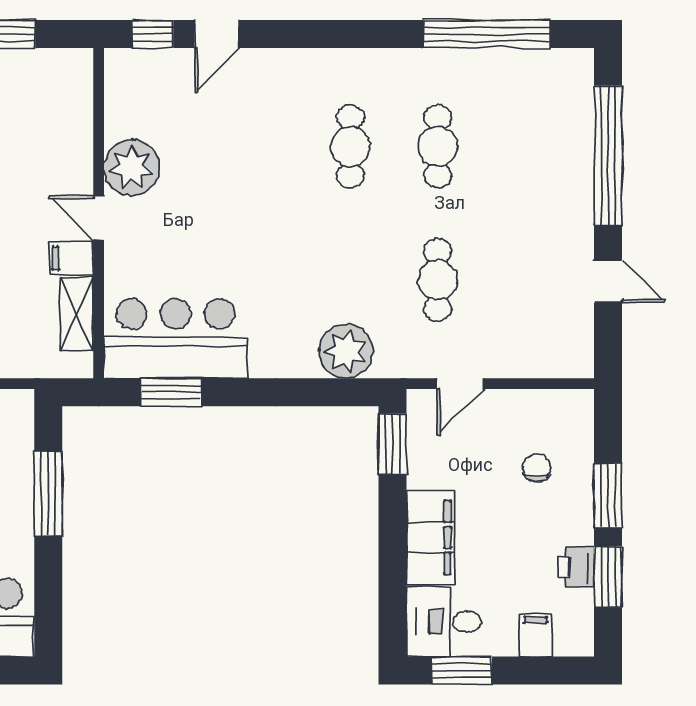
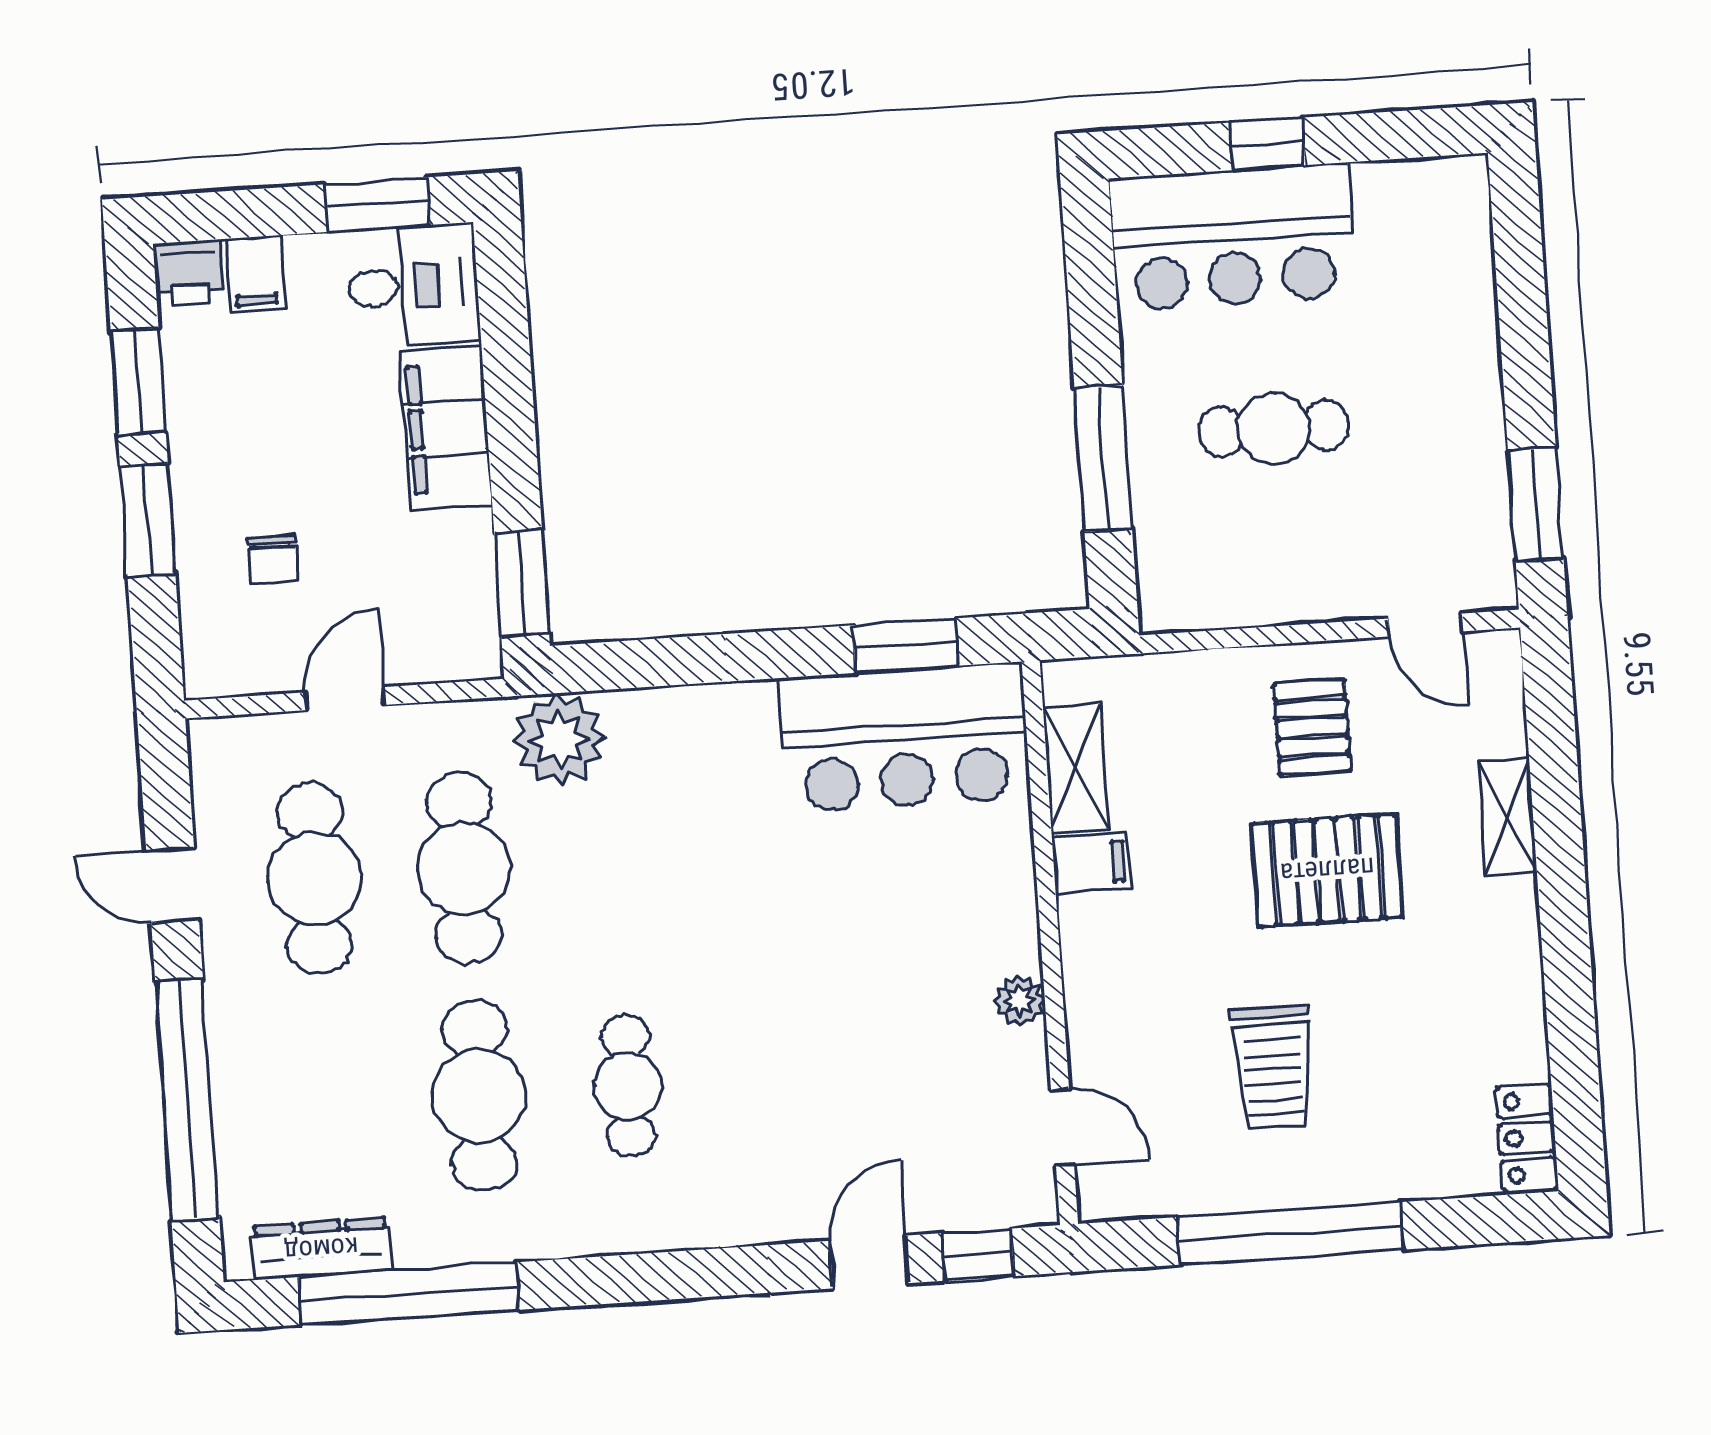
dresser: (536, 64) -> (321, 1249), added
cafe table: (438, 146) -> (479, 1096), width x1.37, depth x1.35
plant: (132, 168) -> (1019, 1001), width x0.53, depth x0.53
door: (99, 218) -> (1063, 1127), moved
cafe table: (438, 280) -> (464, 868), width x1.37, depth x1.35
cafe table: (525, 280) -> (315, 879), added
plant: (346, 351) -> (559, 739), moved
door: (460, 384) -> (345, 699), moved
printer: (576, 567) -> (189, 272), moved, turned 90

